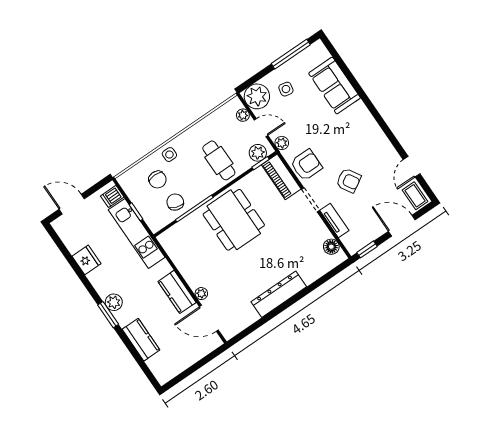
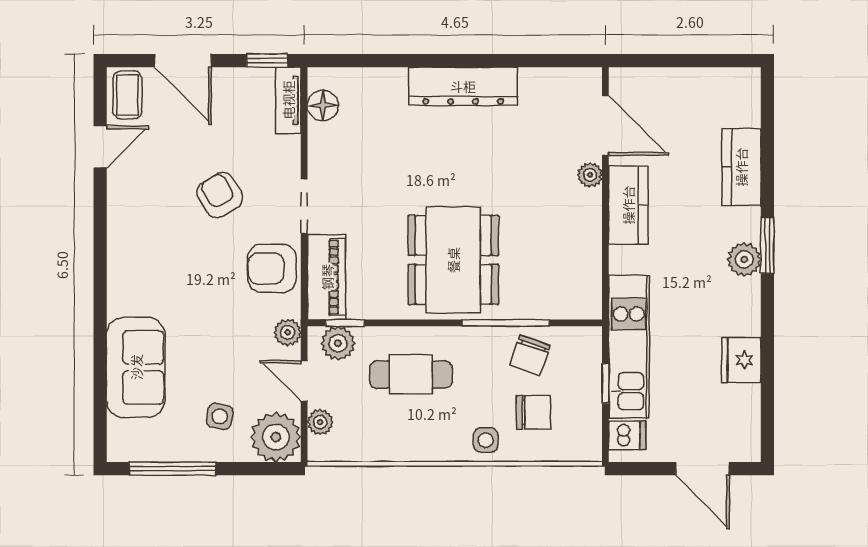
cafe table: (219, 160) -> (411, 375), turned 90
chair: (157, 180) -> (534, 412), turned 90
tv unit: (334, 220) -> (288, 100), moved

